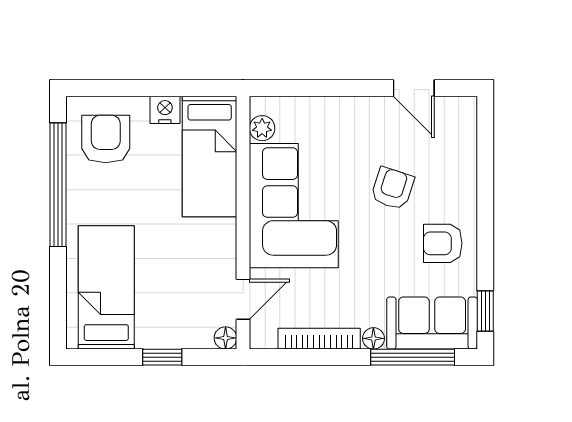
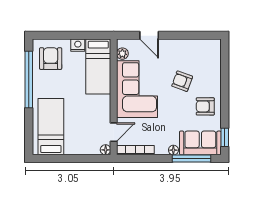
door: (414, 88) -> (149, 35), moved
armchair: (392, 188) -> (182, 81), turned -88
bookcase: (319, 339) -> (135, 150), moved
window: (162, 357) -> (77, 159), removed

